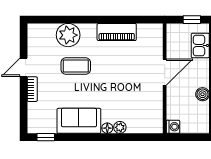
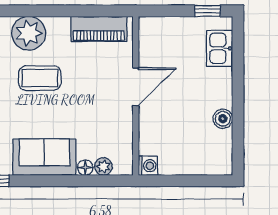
door: (165, 72) -> (136, 87), moved
wall: (165, 78) -> (136, 96), moved
washing machine: (173, 127) -> (148, 166), moved

